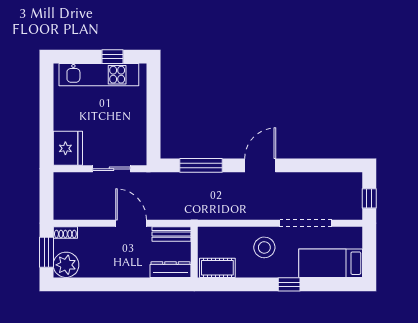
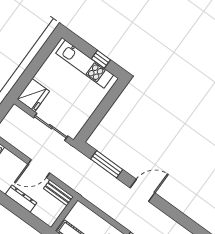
sliding door: (112, 169) -> (51, 127), width x1.37
door: (131, 223) -> (39, 168), swing flipped
dresser: (171, 270) -> (21, 199), moved

